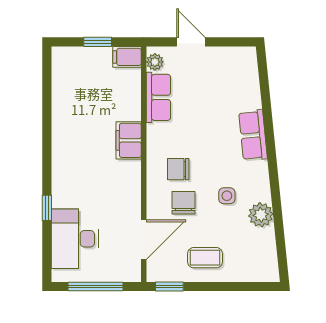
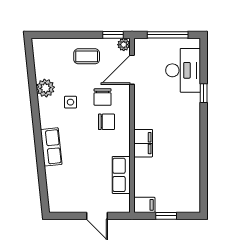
plant: (155, 62) -> (124, 45), moved

